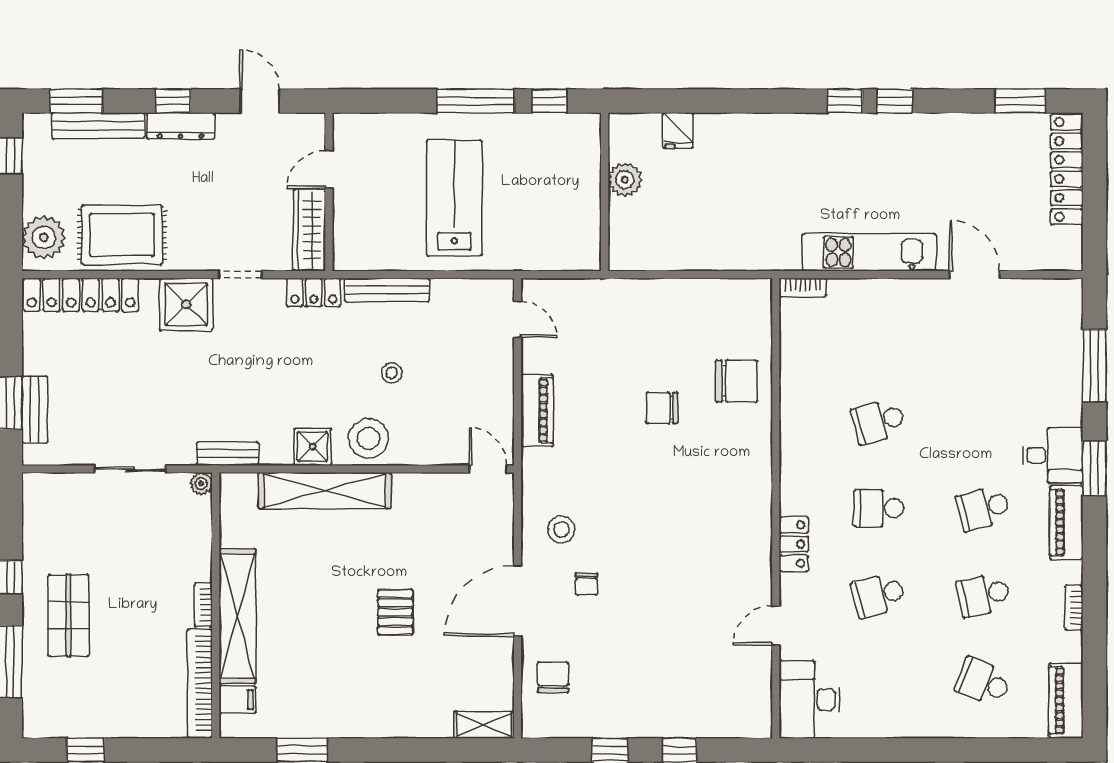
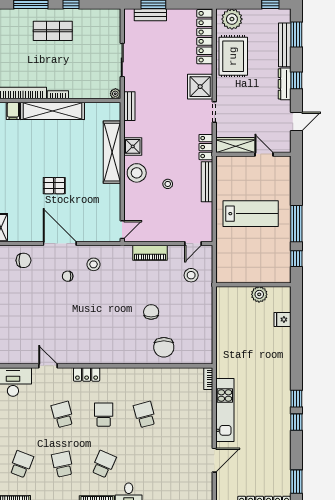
stool: (584, 323) -> (191, 275), added
school desk: (983, 508) -> (104, 464), turned 39

